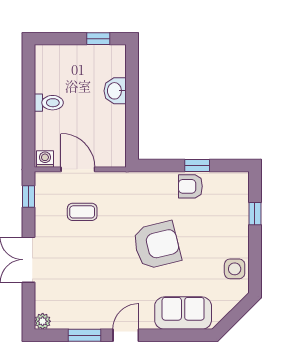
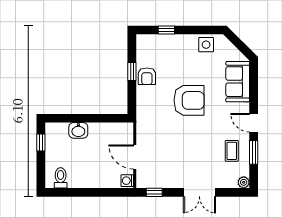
toilet: (49, 103) -> (61, 178), moved
door: (78, 169) -> (135, 157), hinge flipped
coffee table: (82, 212) -> (232, 151), moved
armchair: (157, 245) -> (189, 100), turned 104

